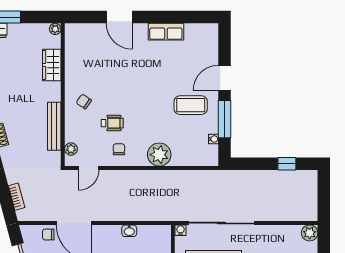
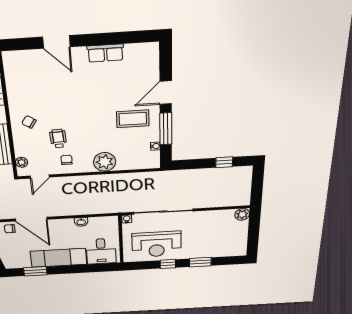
wheelchair: (112, 123) -> (58, 139), turned -93

